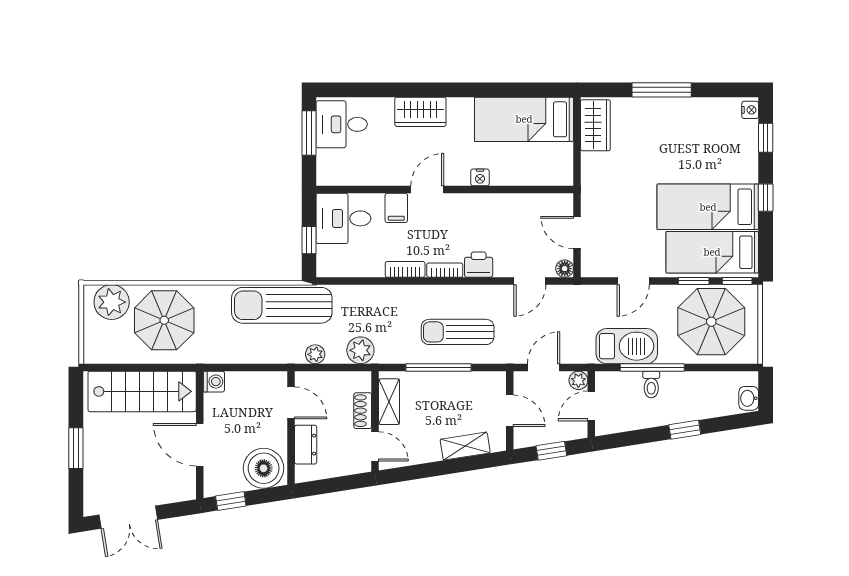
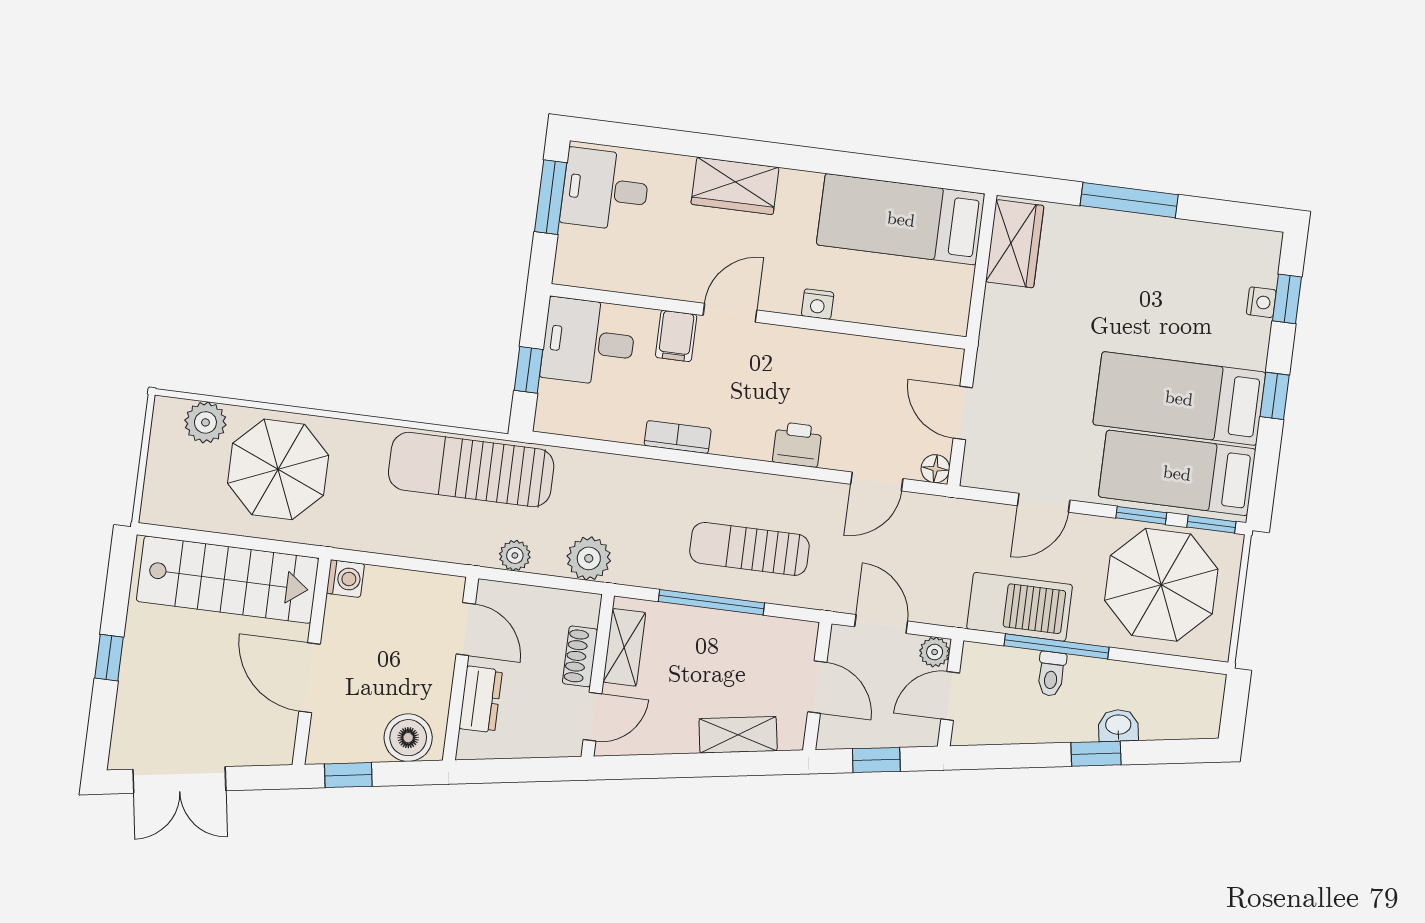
nightstand: (750, 110) -> (1261, 302), moved
bookcase: (445, 270) -> (742, 446), removed
plant: (112, 302) -> (205, 422), width x0.73, depth x0.73
door: (544, 367) -> (881, 624), hinge flipped
washbasin: (749, 398) -> (1118, 726), moved, turned 81
door: (375, 446) -> (593, 717), hinge flipped
window: (76, 448) -> (109, 658), width x0.67
boiler: (264, 468) -> (408, 738), width x0.73, depth x0.73

